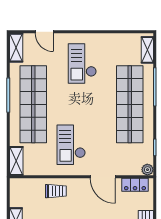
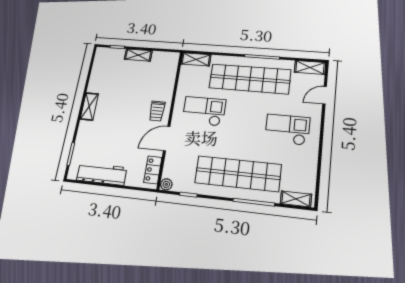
trolley: (56, 191) -> (157, 111), moved

